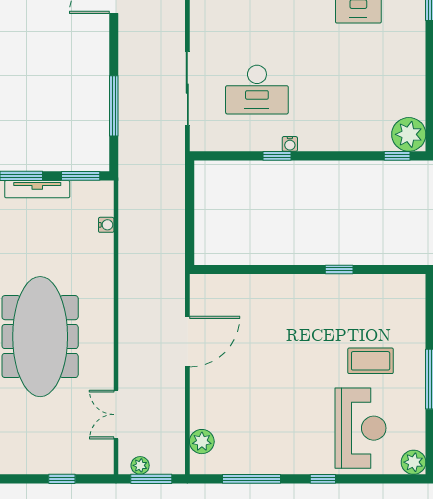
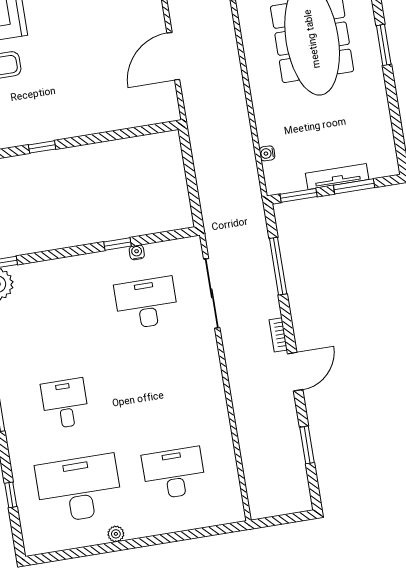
bookcase: (125, 34) -> (278, 335), added
water cooler: (290, 144) -> (137, 252), moved

